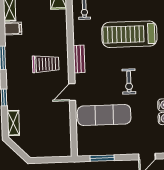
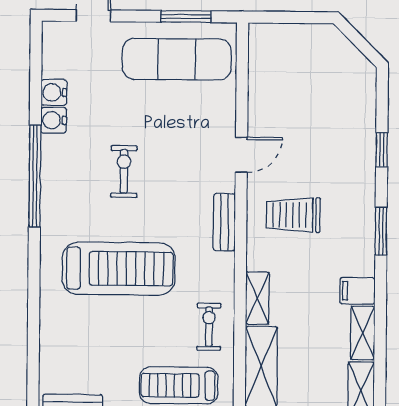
exercise mat: (104, 115) -> (177, 59), moved
shelving: (13, 123) -> (257, 298), moved

